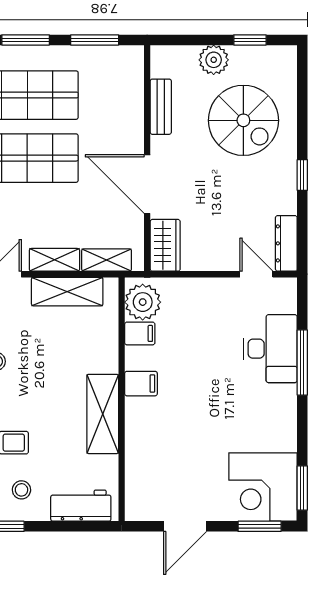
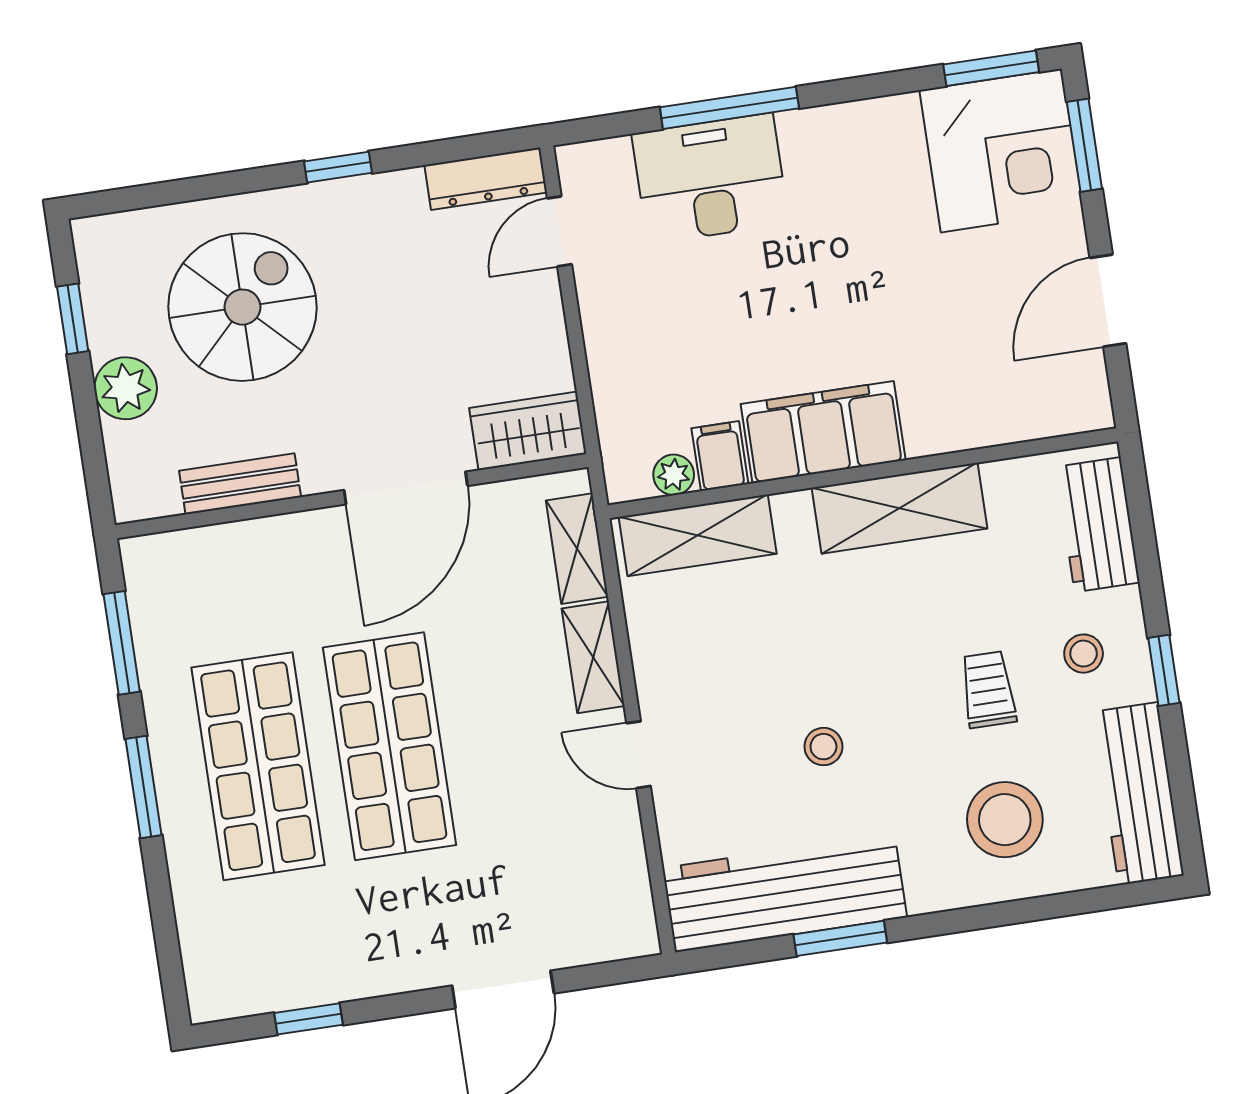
shelving: (67, 292) -> (698, 535), moved, turned 90
plant: (143, 302) -> (674, 475), width x0.53, depth x0.53
filing cabinet: (141, 384) -> (823, 432), width x3.00, depth x1.17
door: (185, 526) -> (1108, 301), swing flipped

